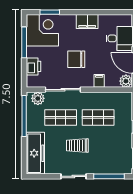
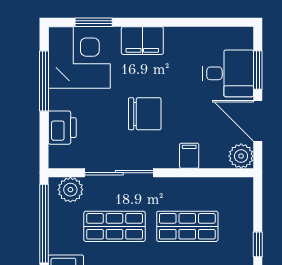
filing cabinet: (87, 21) -> (142, 41), moved
chair: (76, 59) -> (145, 114), turned 180

